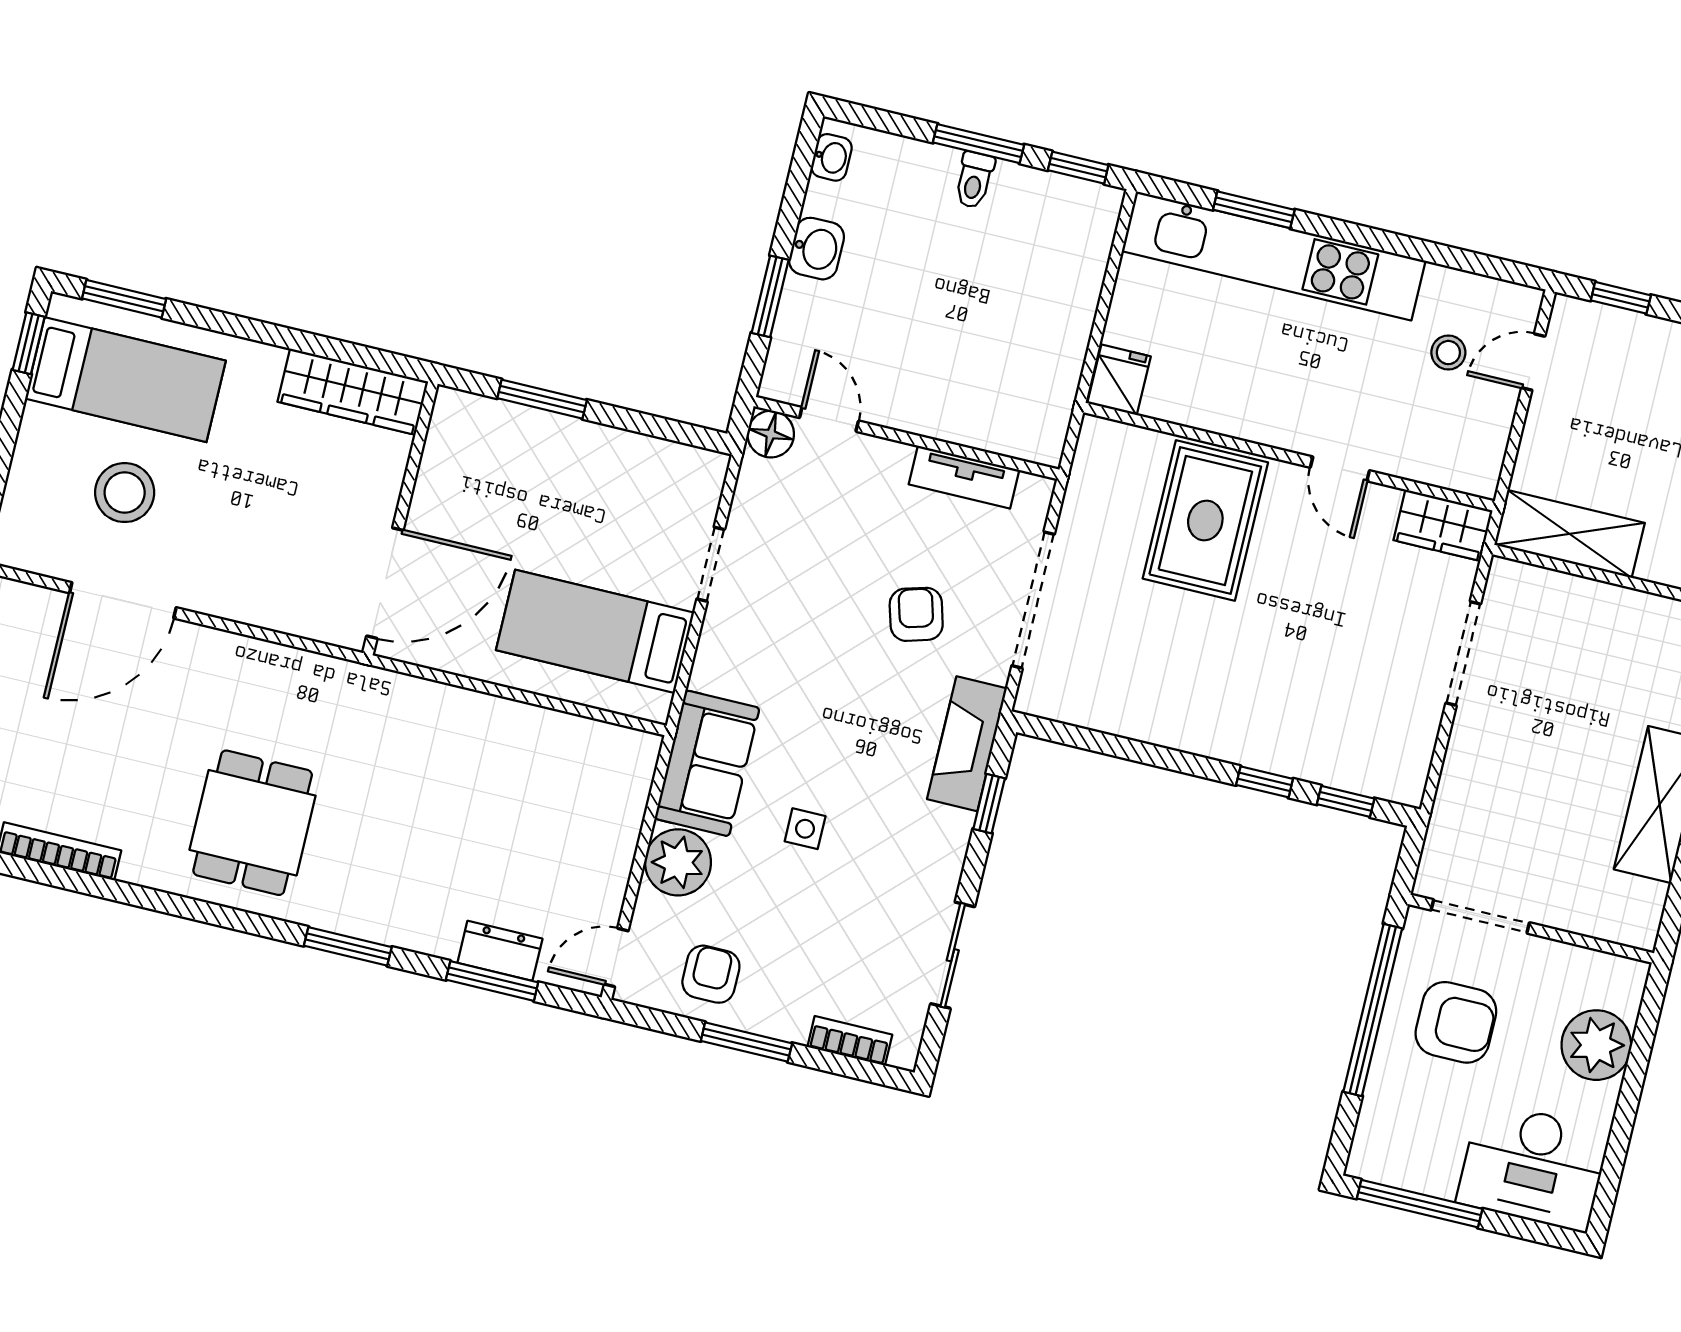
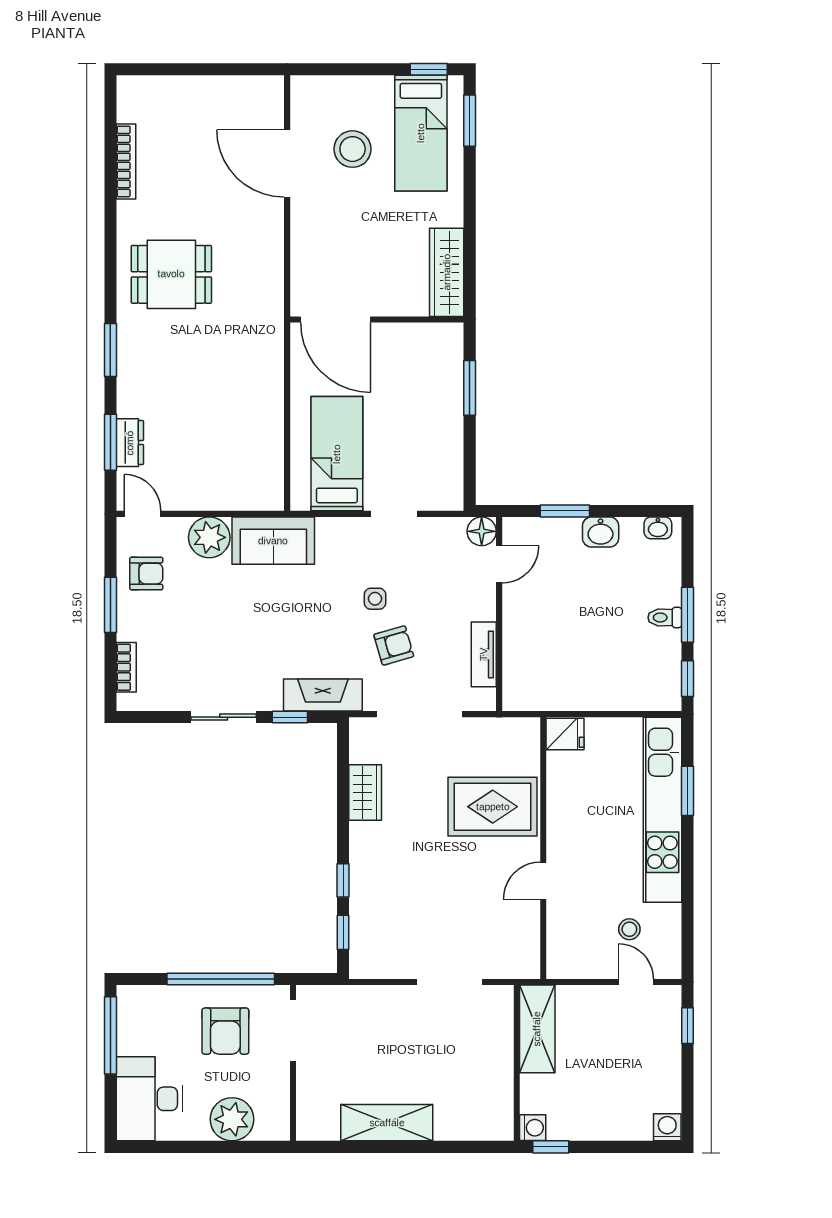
wardrobe: (1443, 525) -> (365, 793), moved, turned 180
side table: (805, 829) -> (375, 599), moved
sliding door: (953, 955) -> (224, 717), moved

